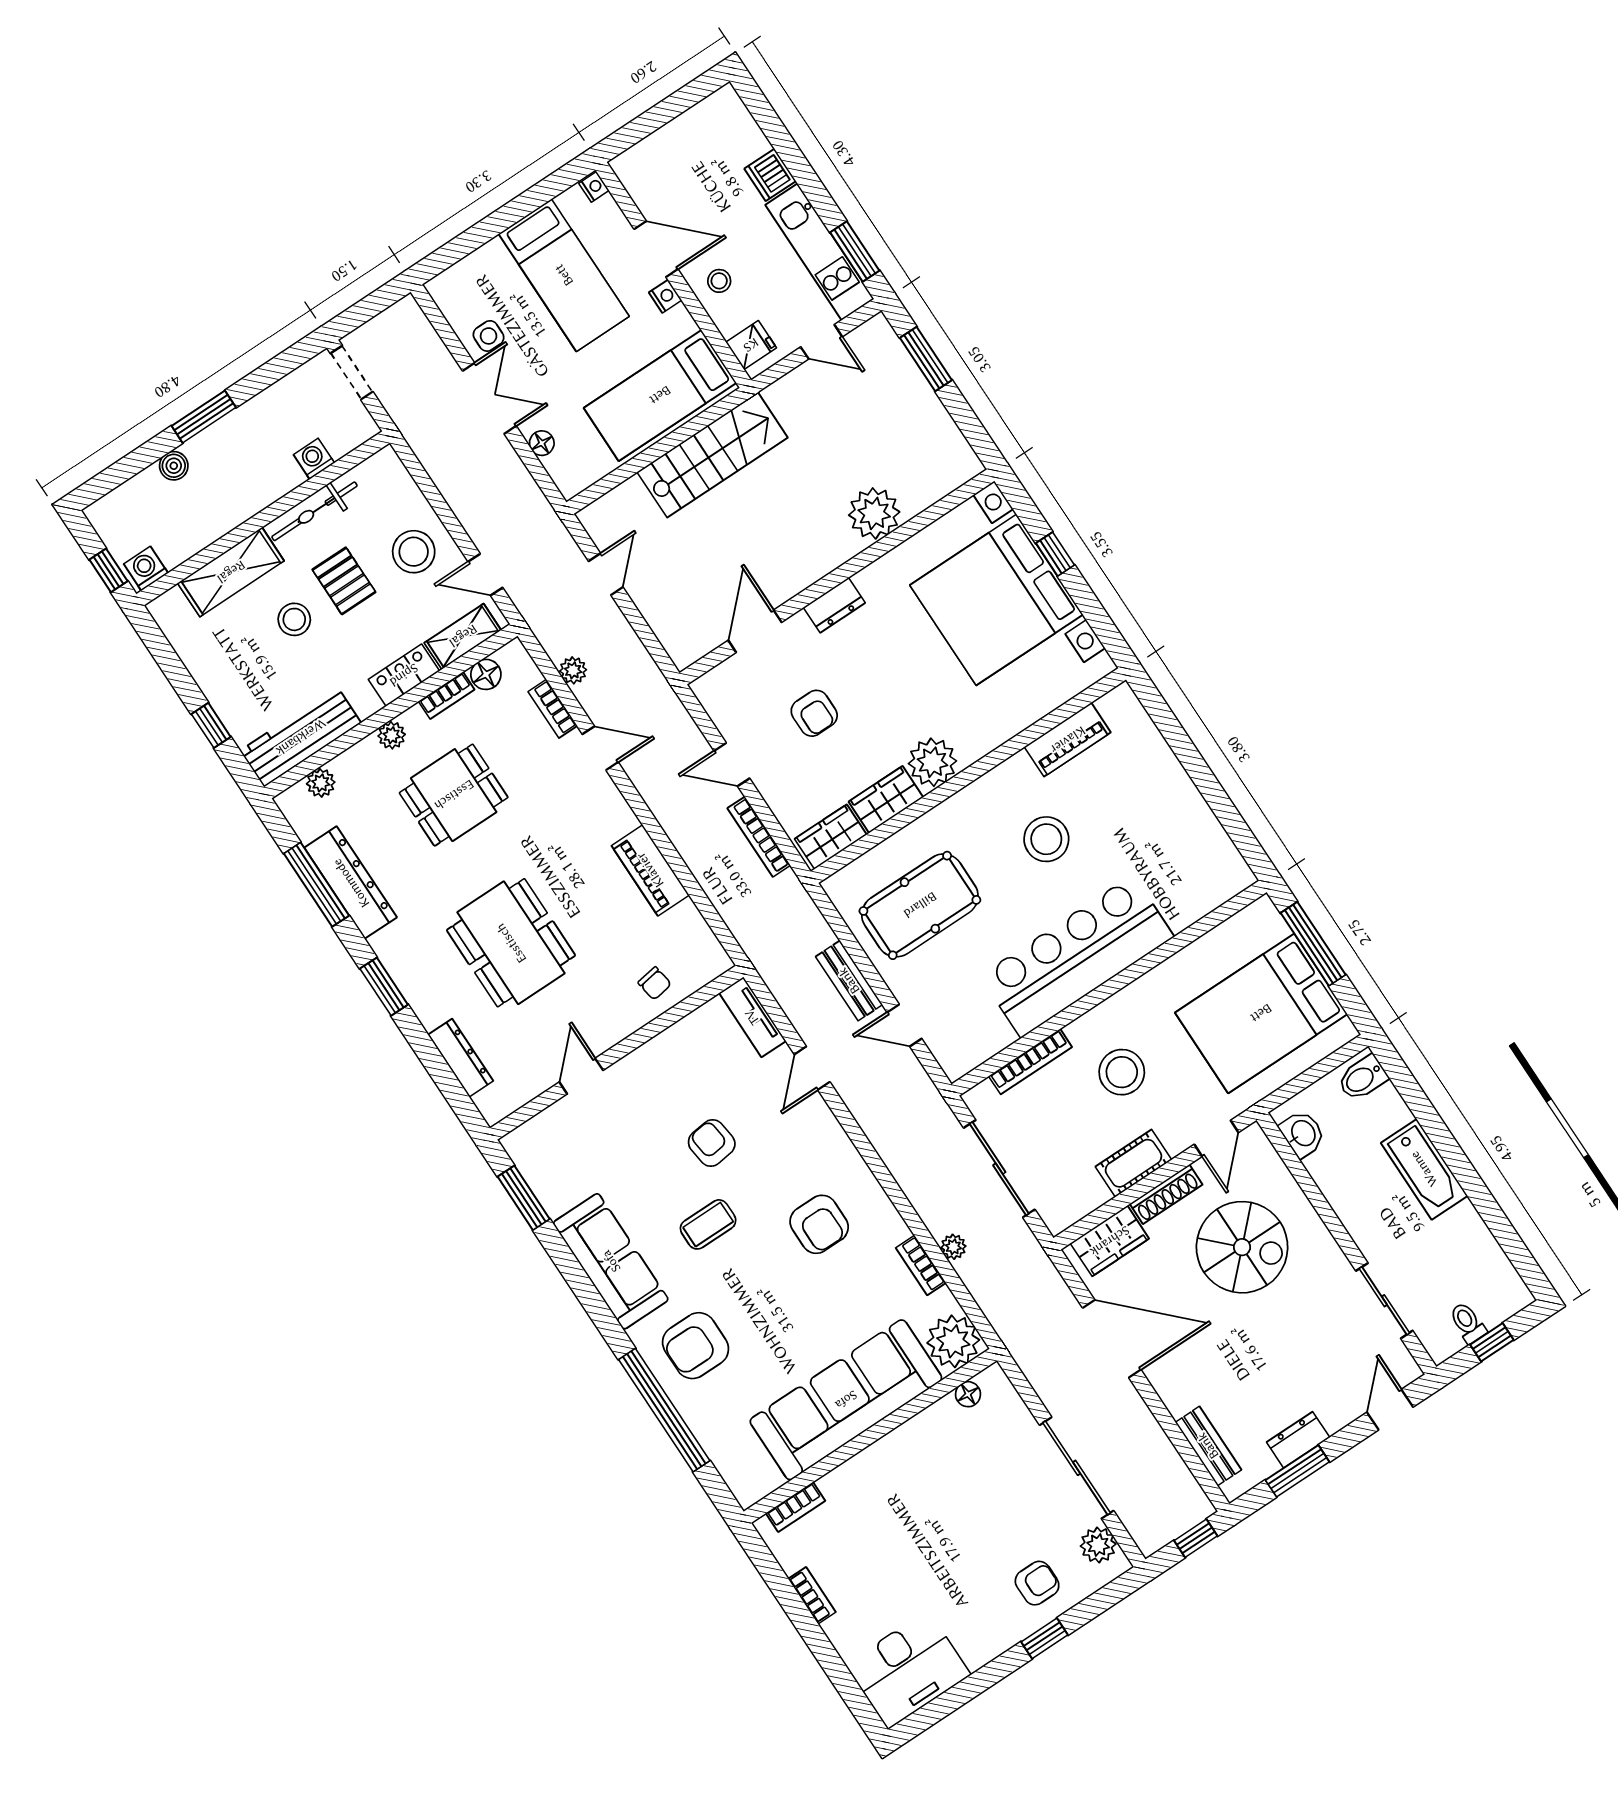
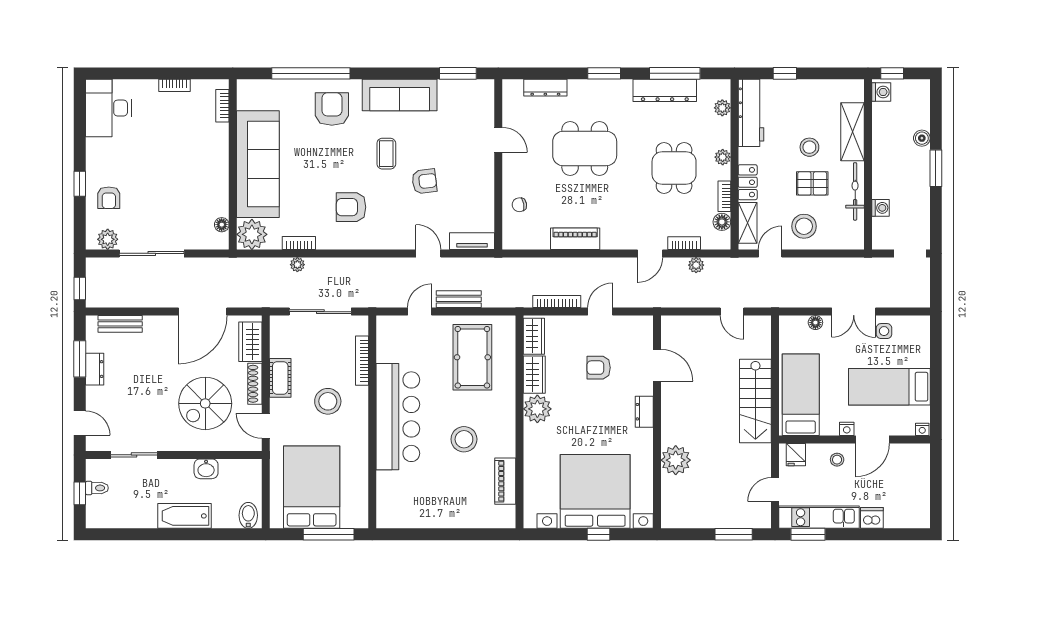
washbasin: (1303, 1134) -> (206, 469), moved

